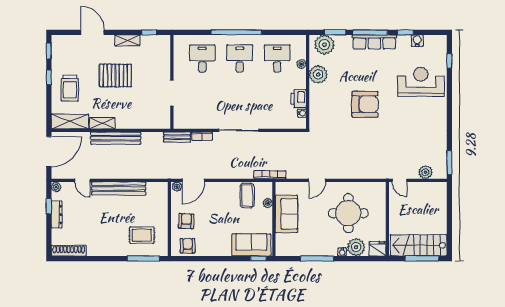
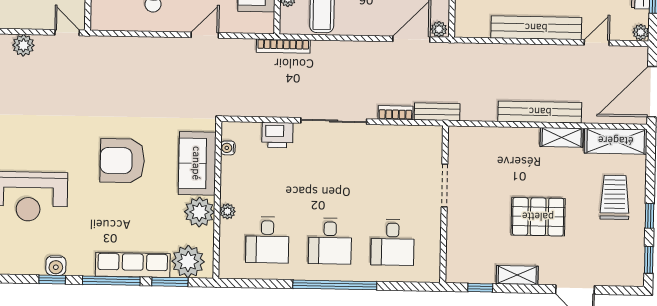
water cooler: (417, 41) -> (56, 266), moved
row of seats: (374, 42) -> (133, 265), moved
plant: (301, 64) -> (227, 211), moved
printer: (299, 99) -> (277, 135), moved, turned 90
sofa: (320, 103) -> (197, 163), added
door: (82, 180) -> (597, 43), hinge flipped

